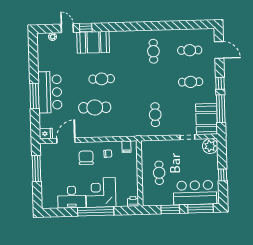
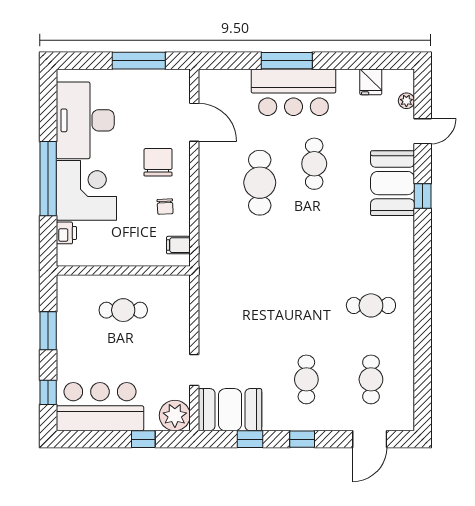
window: (86, 28) -> (423, 196), moved
cafe table: (102, 79) -> (314, 164), moved
window: (221, 109) -> (250, 439), width x0.46
cafe table: (155, 115) -> (242, 305), removed
fridge: (46, 134) -> (371, 82), moved
chair: (86, 158) -> (158, 162), turned -90
window: (223, 175) -> (143, 439), moved
bar counter: (195, 193) -> (100, 407), moved, turned -90
desk: (72, 197) -> (85, 120), width x1.36, depth x1.30
printer: (133, 201) -> (66, 233), moved
window: (201, 208) -> (48, 392), width x0.46

